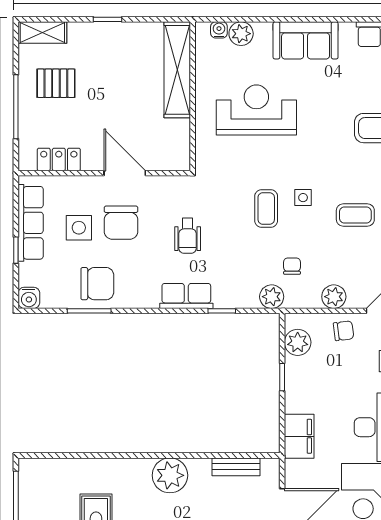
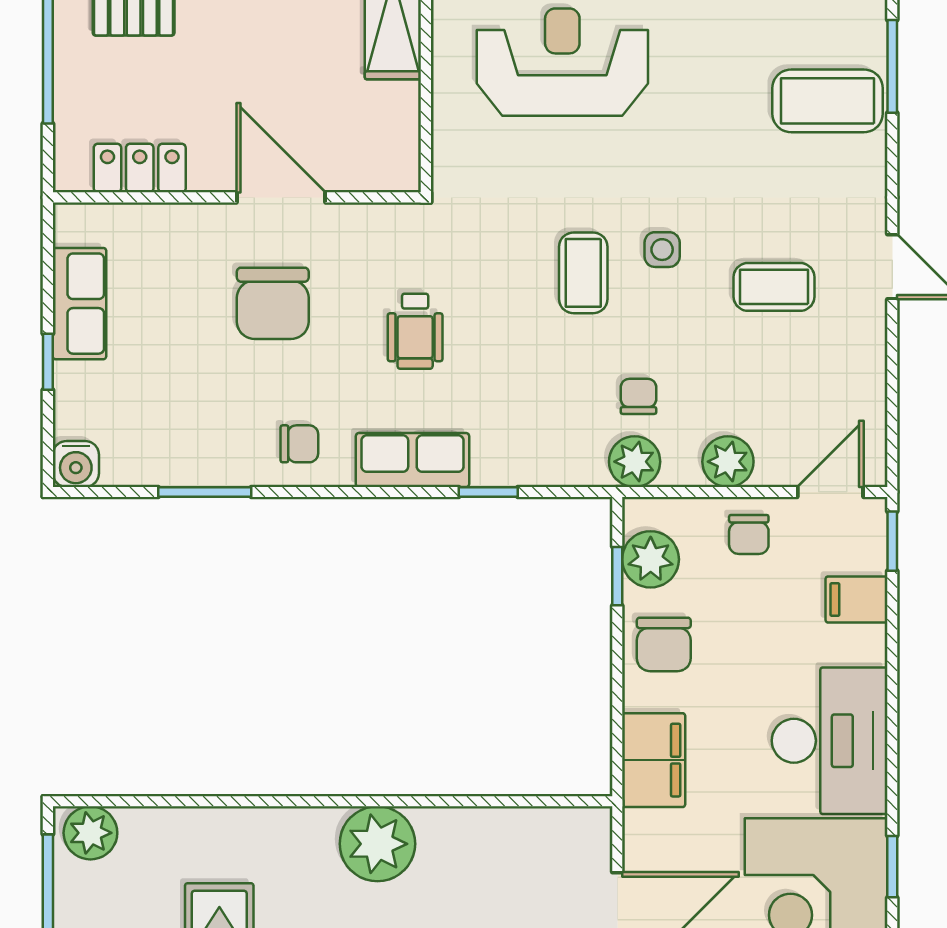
row of seats: (31, 223) -> (79, 304), width x0.68
side table: (79, 228) -> (182, 314), removed
chair: (97, 284) -> (299, 444), moved, width x0.54, depth x0.54
plant: (272, 297) -> (635, 462), moved
chair: (344, 331) -> (749, 534), turned 97
window: (282, 377) -> (617, 576), moved
chair: (304, 382) -> (664, 644), added
bench: (236, 467) -> (519, 826), removed
plant: (36, 470) -> (90, 833), added

